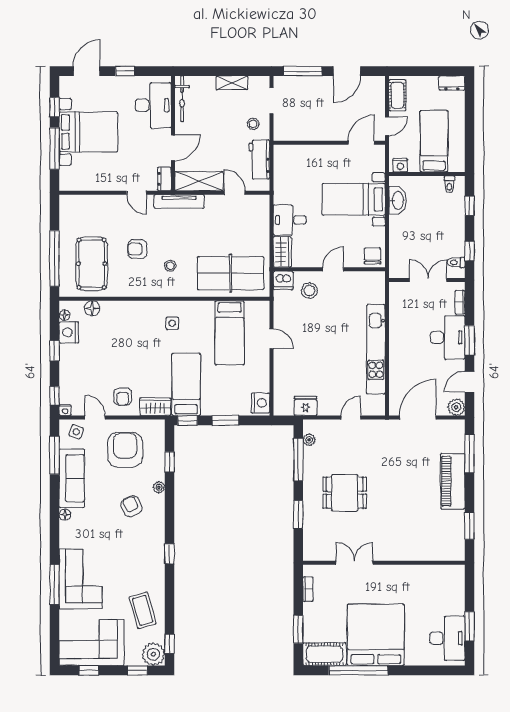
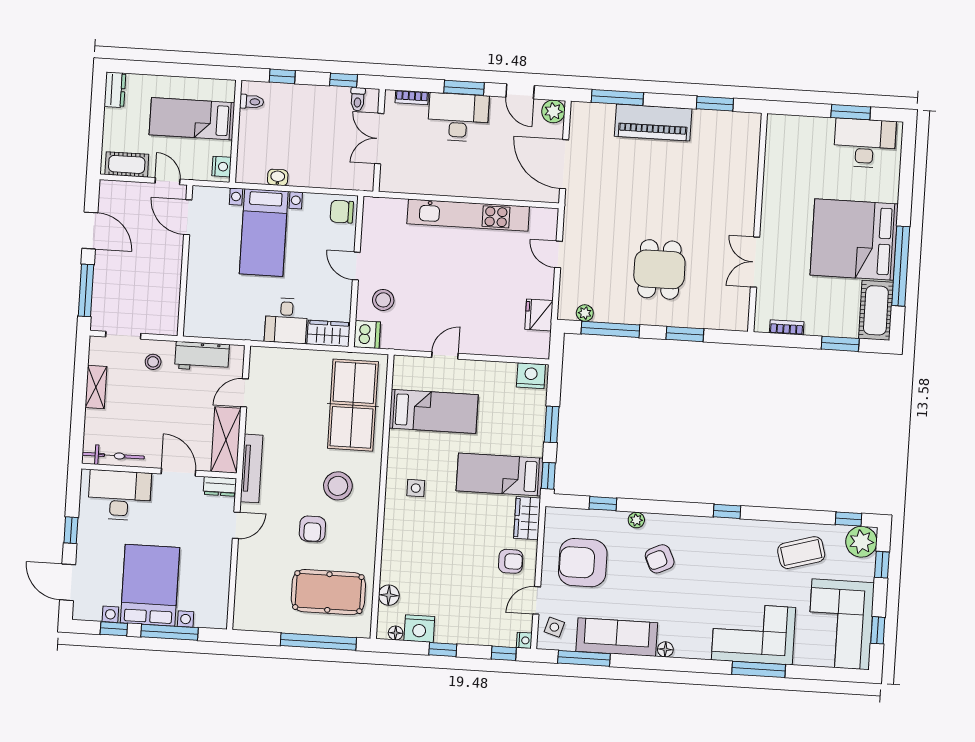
washbasin: (397, 200) -> (278, 177), width x0.52, depth x0.69
stool: (170, 266) -> (338, 486), width x1.89, depth x1.89

